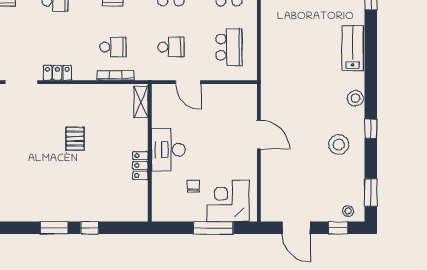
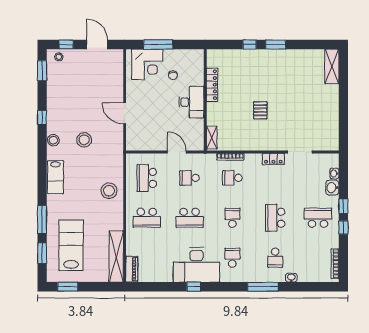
stool: (280, 30) -> (109, 191), added
stool: (339, 144) -> (84, 140), moved
locker: (140, 165) -> (212, 85), width x1.53

